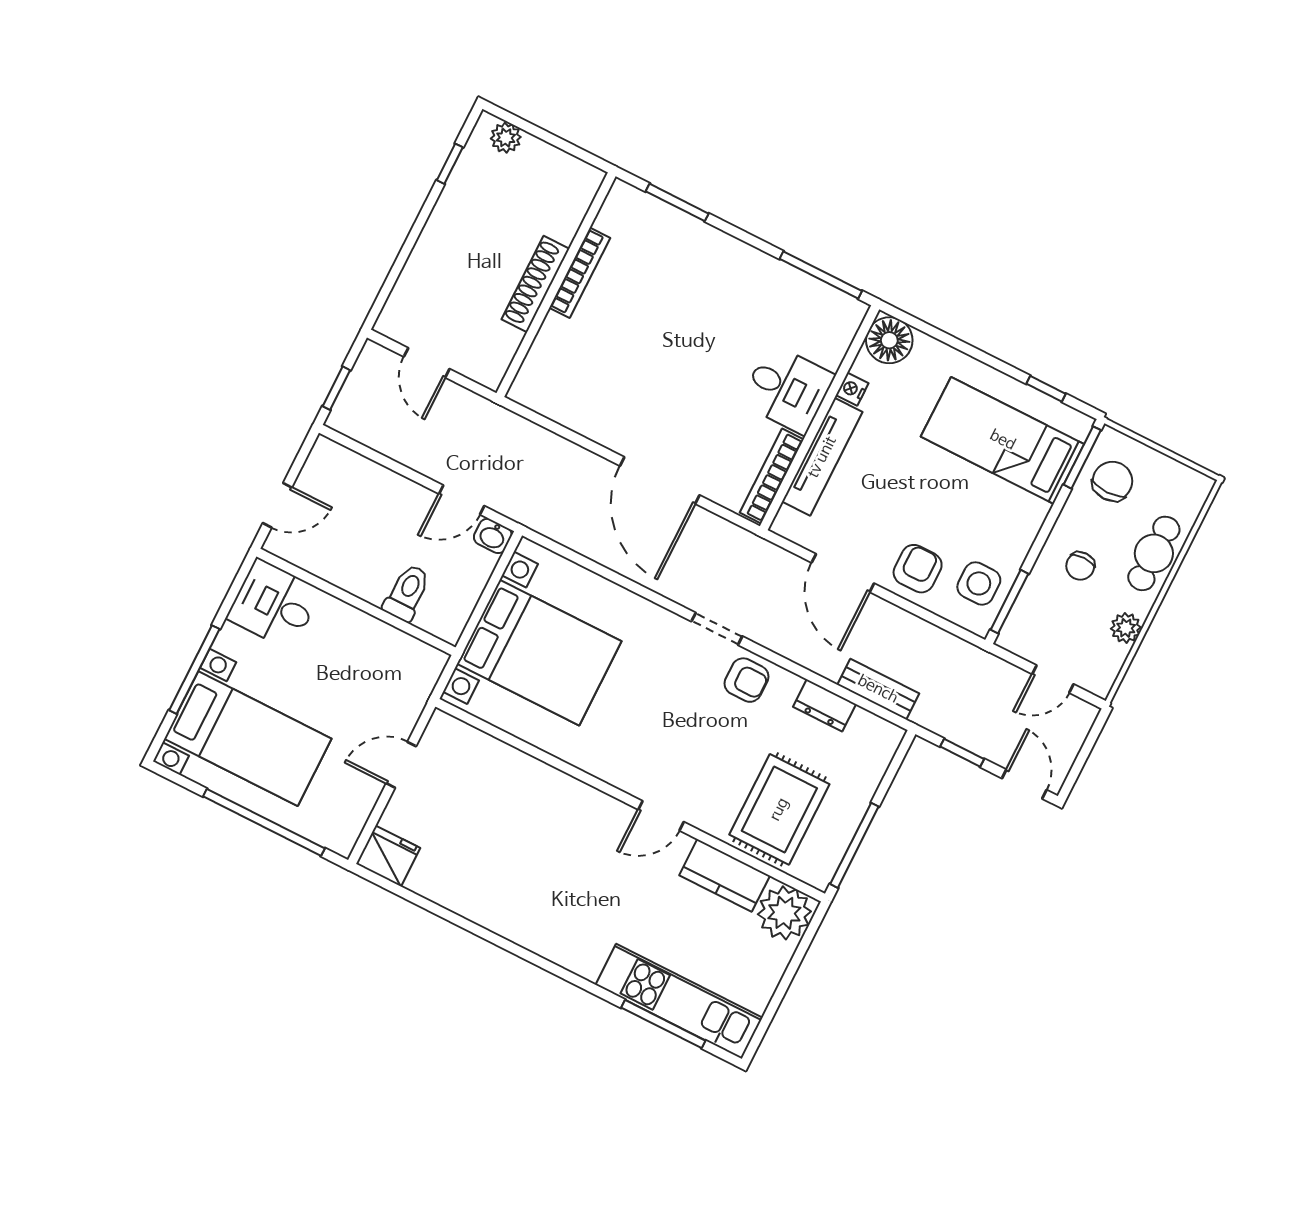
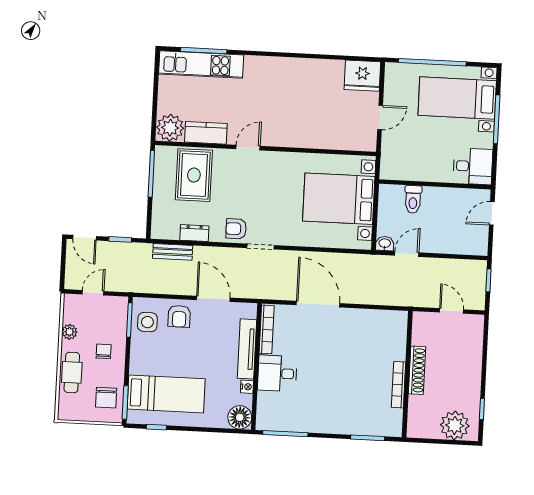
plant: (506, 138) -> (455, 425), width x1.88, depth x1.88
fridge: (388, 856) -> (362, 76), width x1.36, depth x1.34

